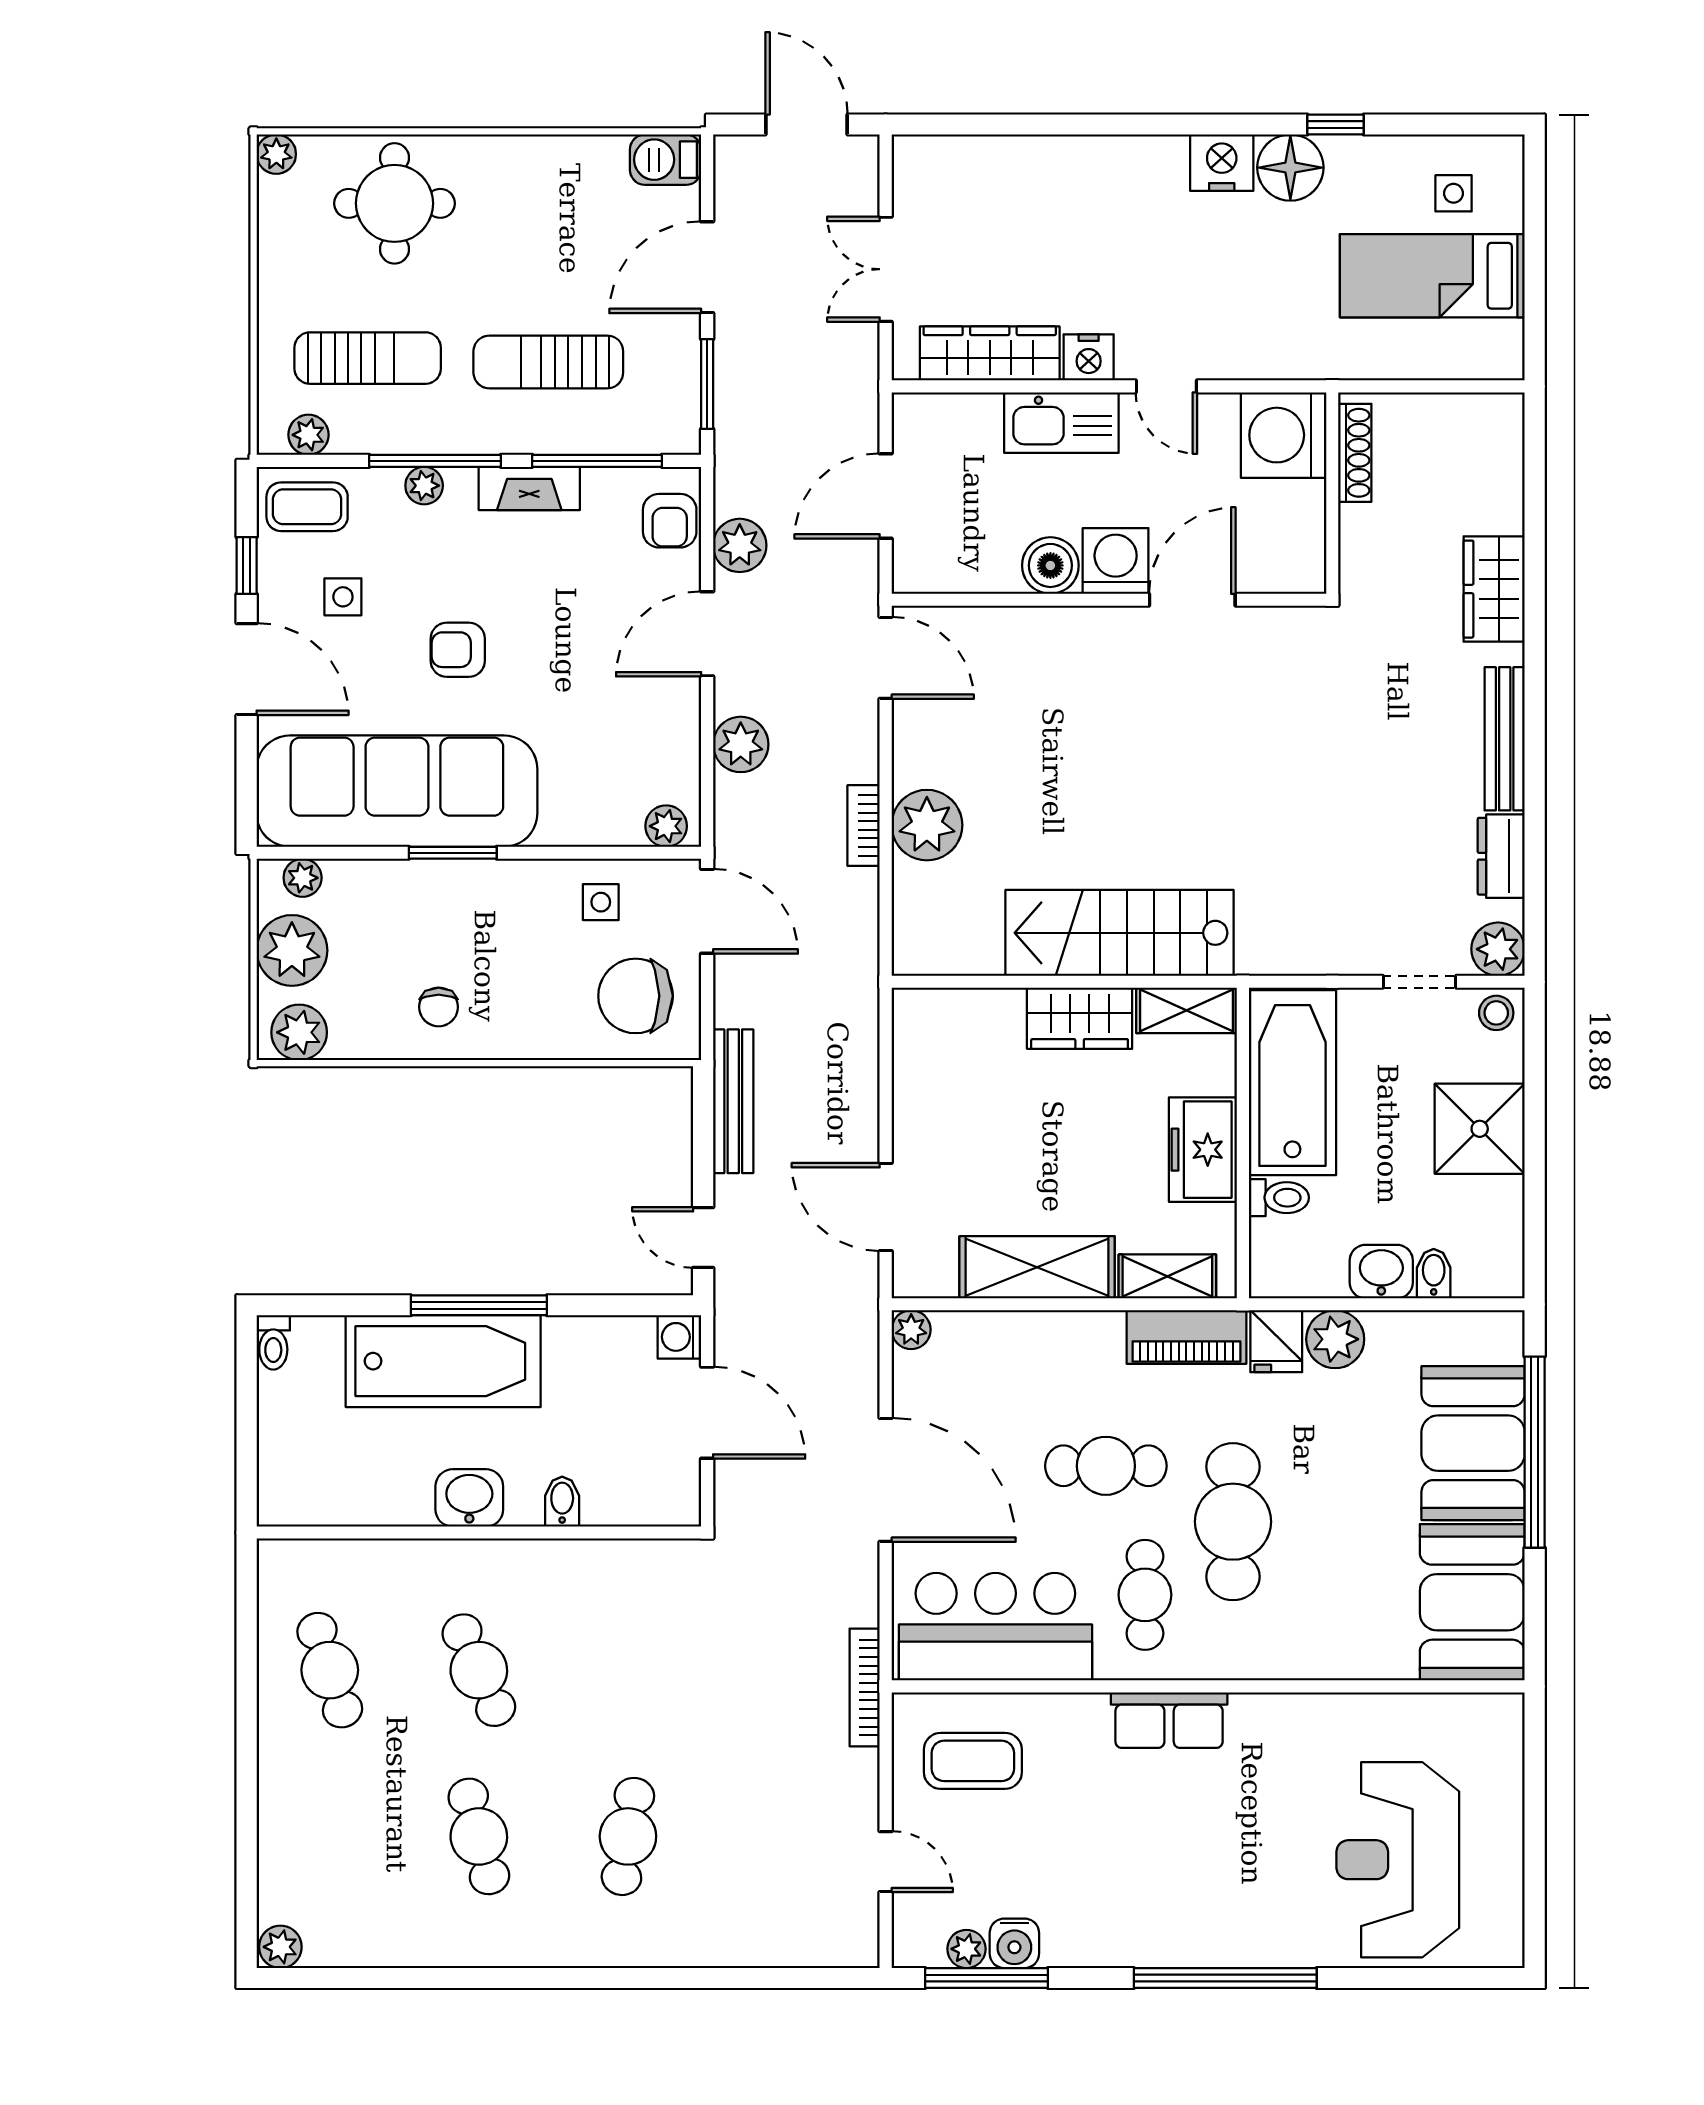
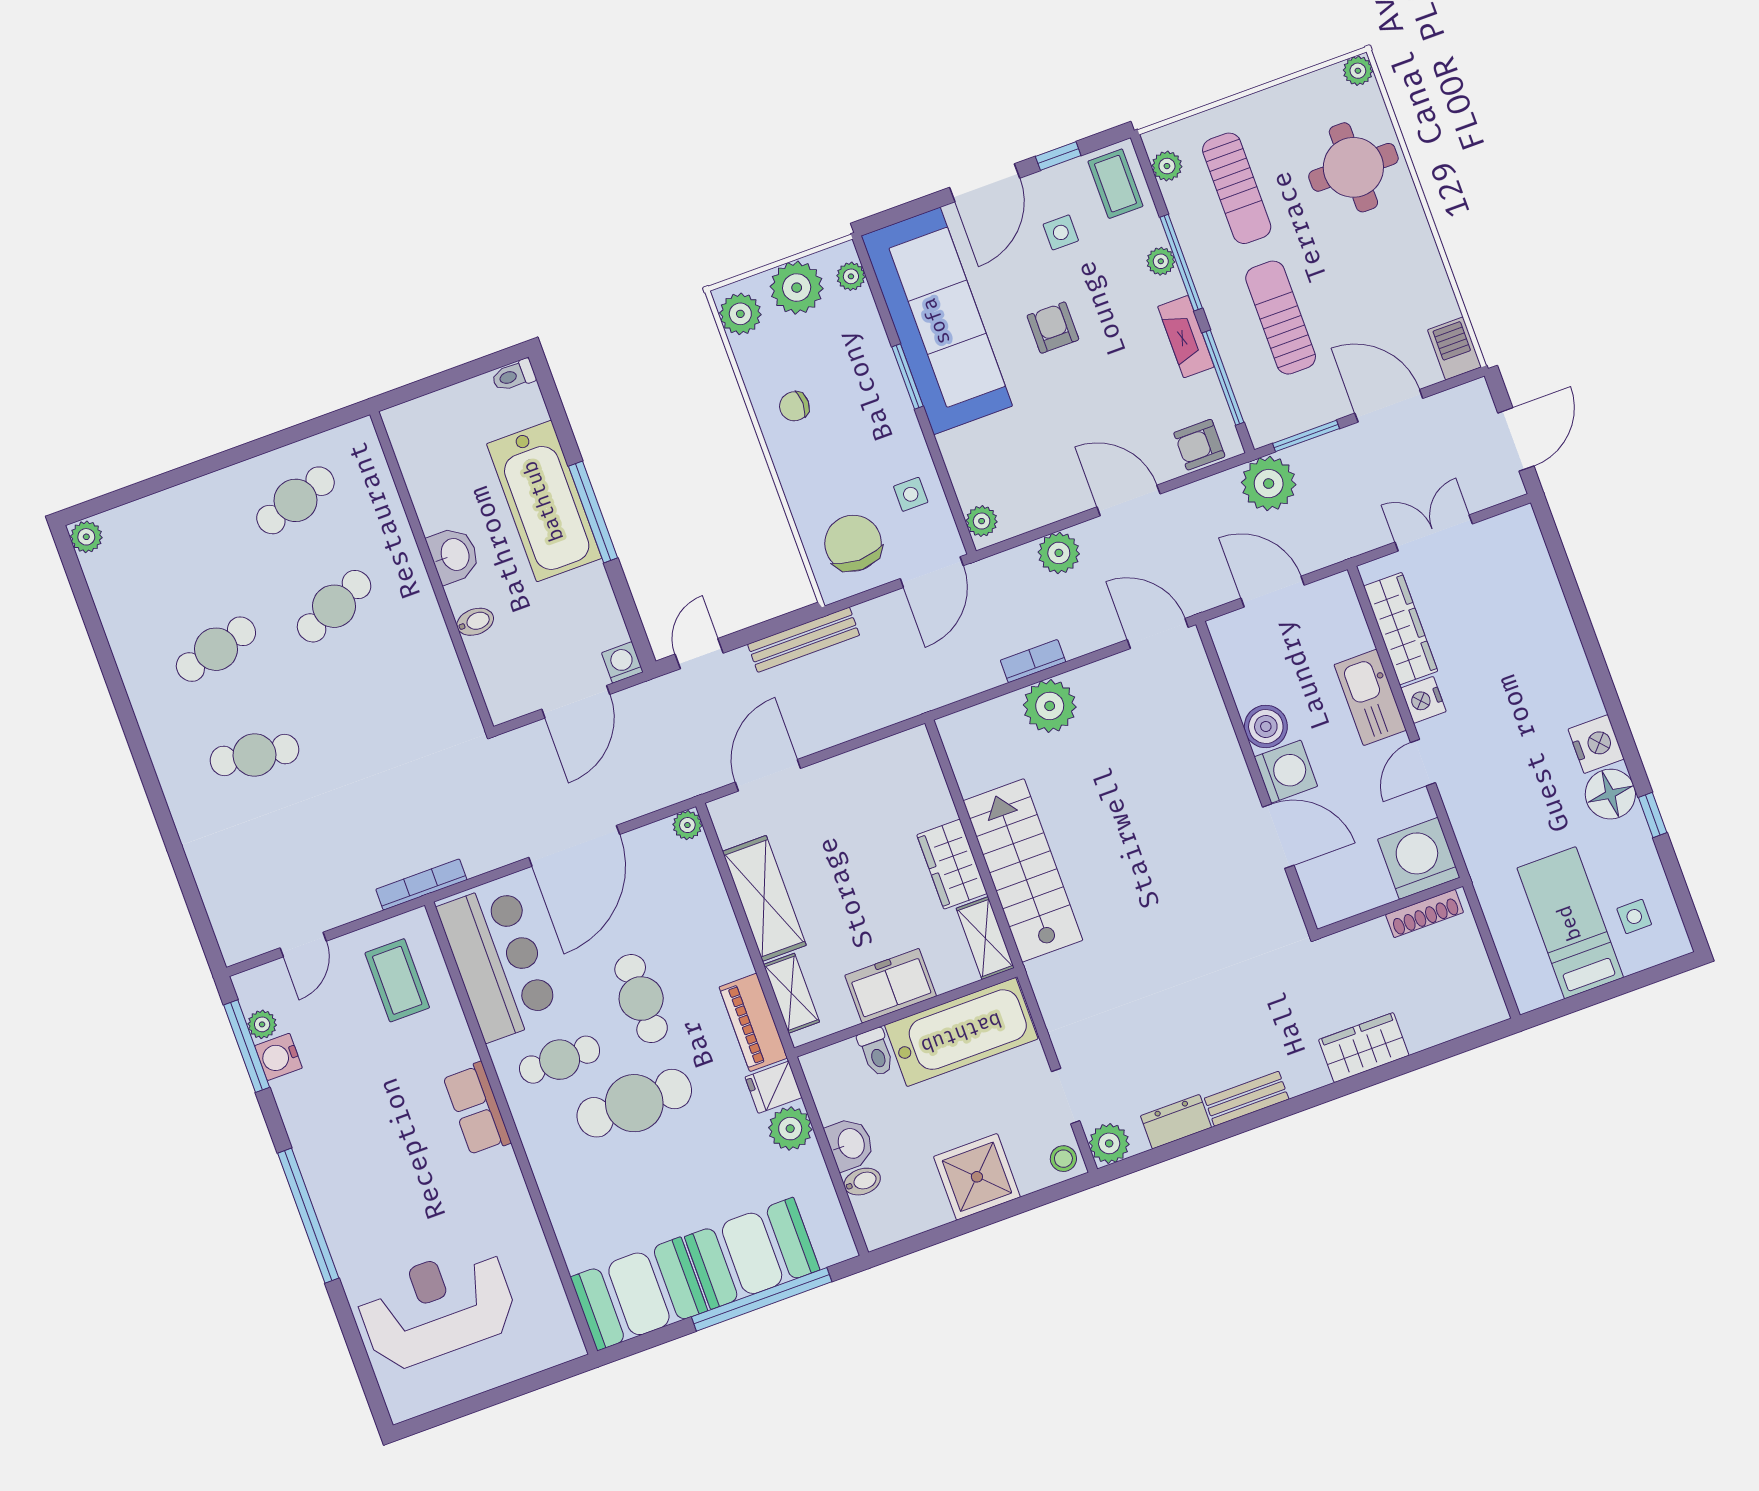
plant: (740, 545) -> (1269, 484), moved, width x1.36, depth x1.36
door: (886, 658) -> (1158, 633), swing flipped
bench: (1505, 739) -> (1247, 1099), width x0.73

